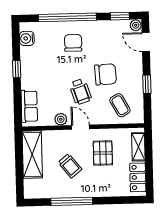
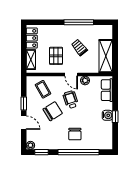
water cooler: (27, 38) -> (107, 115), moved
door: (146, 42) -> (24, 123), moved
chair: (106, 74) -> (53, 111), turned 151

